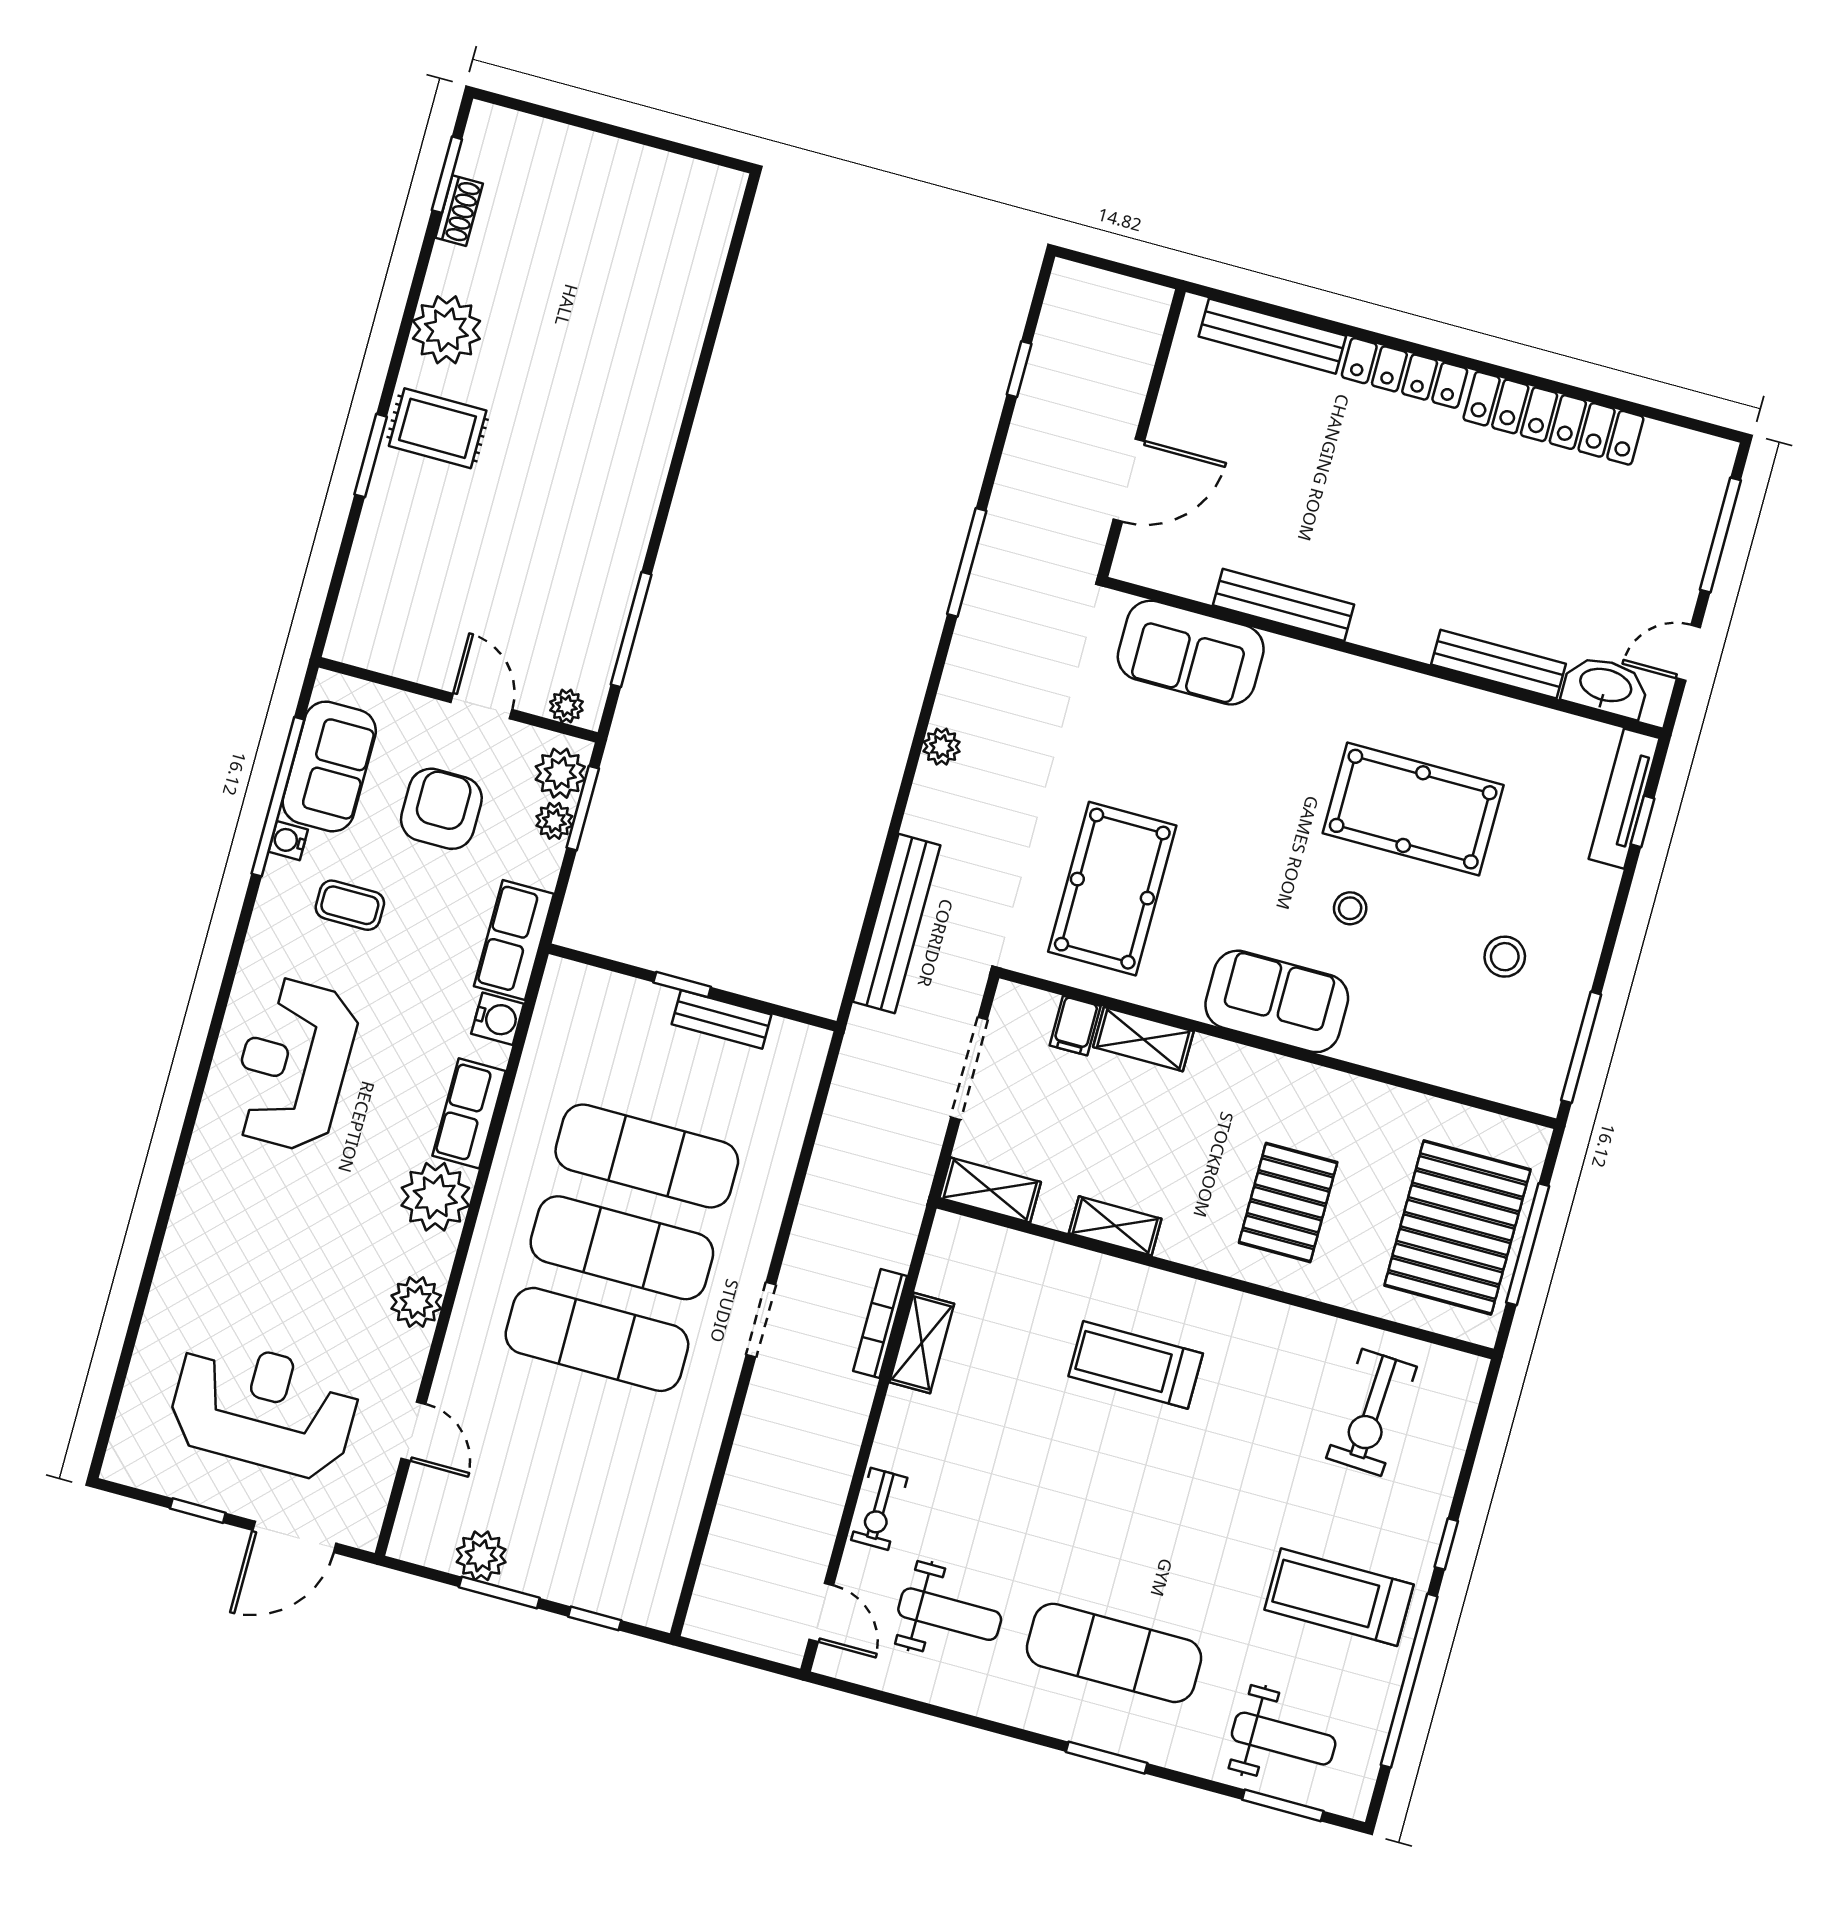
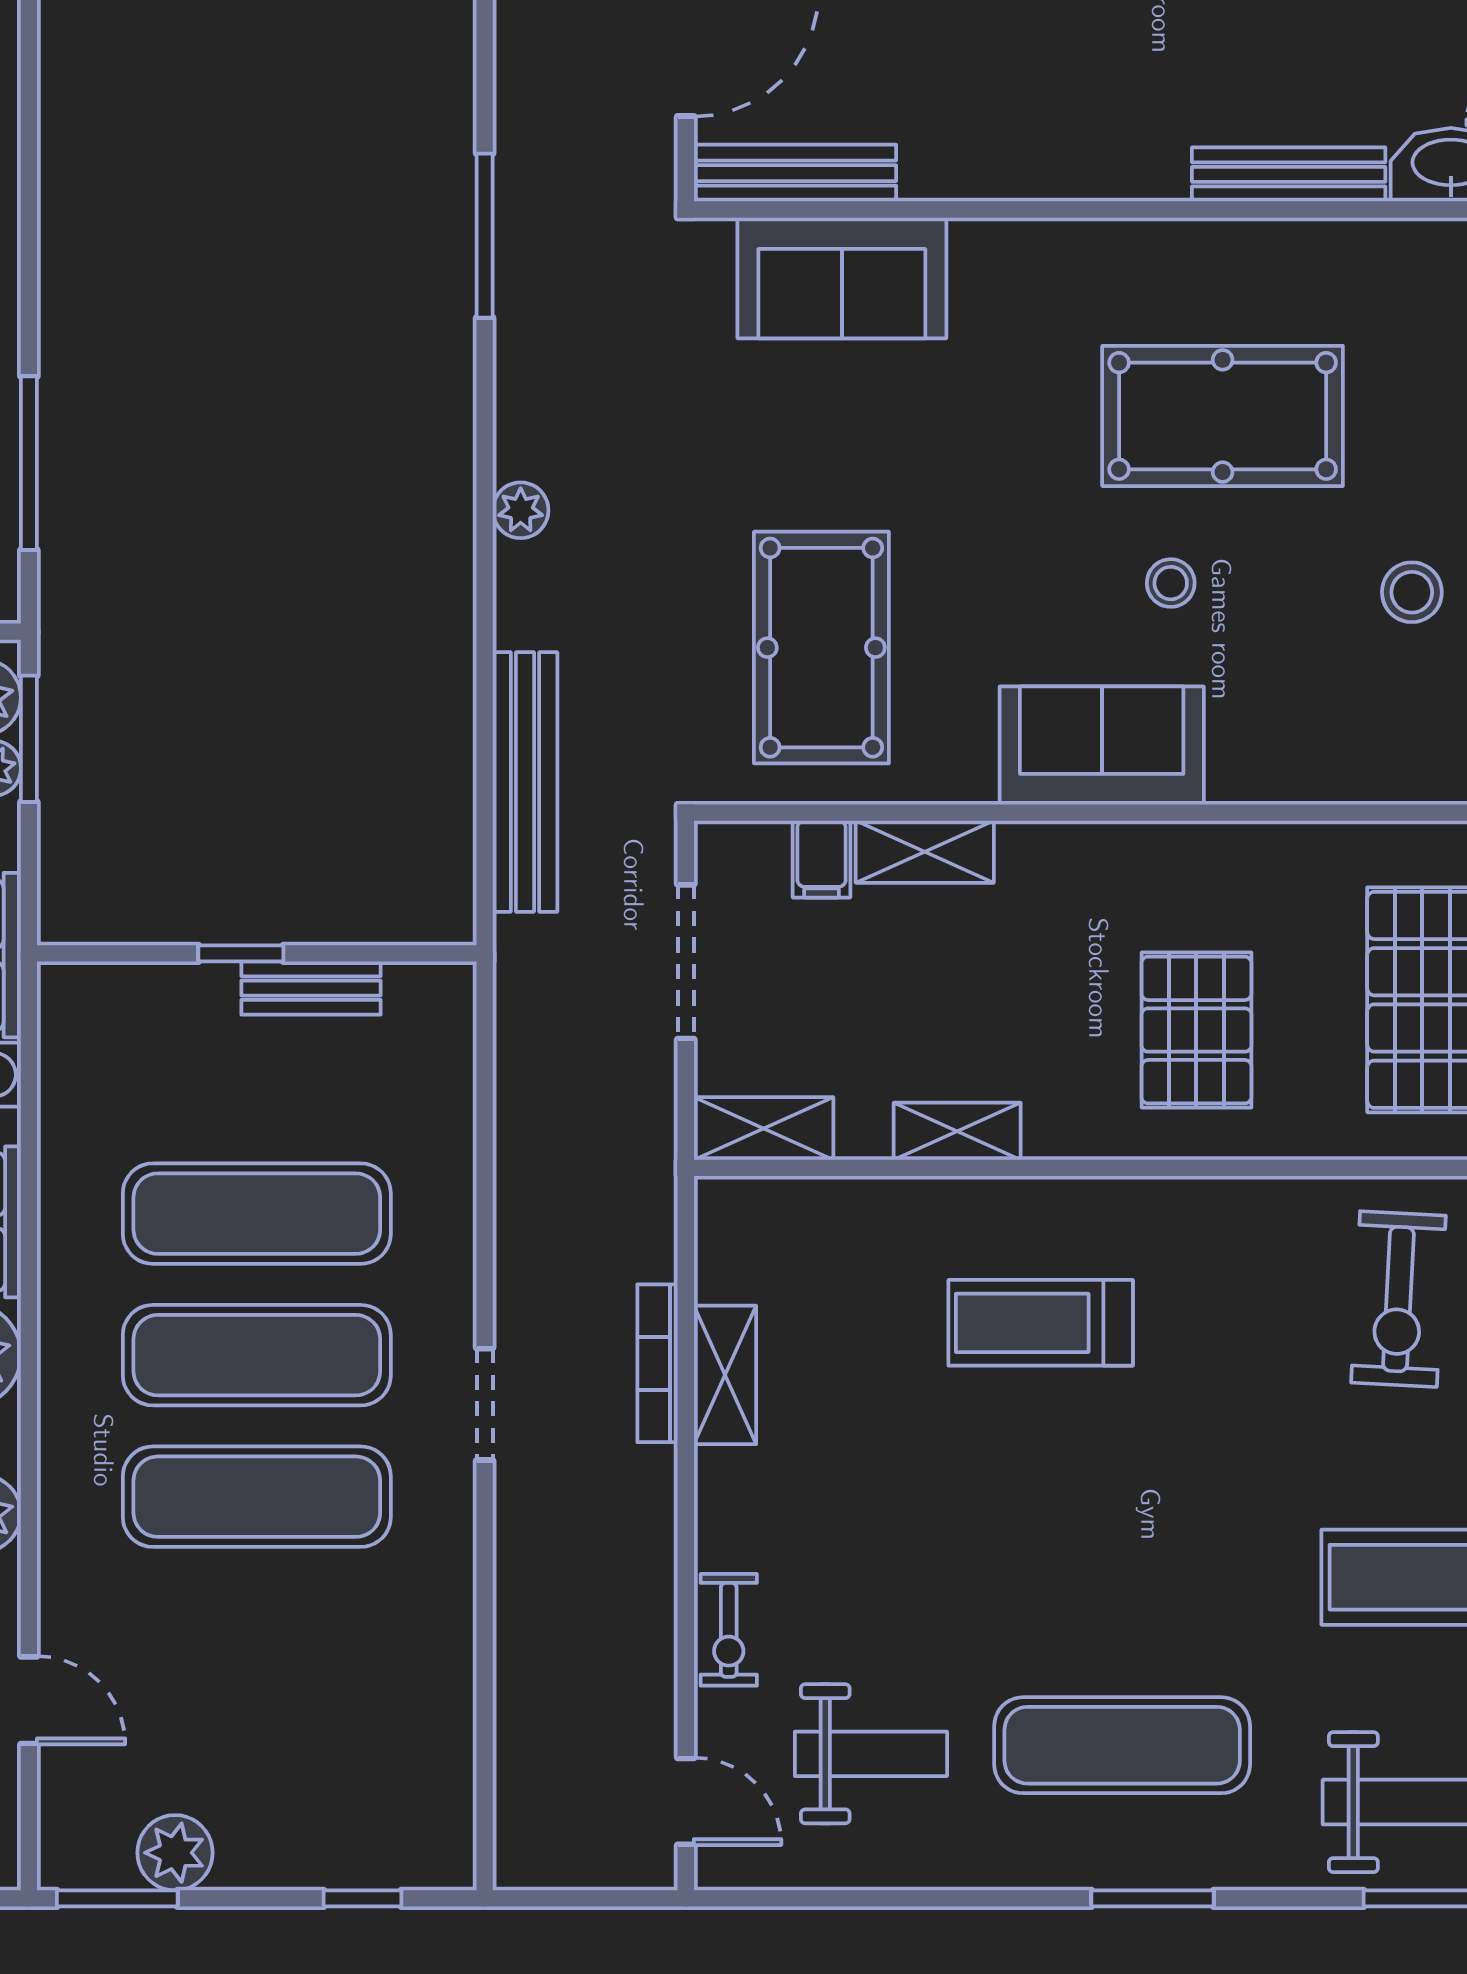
bench: (1284, 605) -> (795, 173), moved
window: (499, 1593) -> (117, 1898), moved

